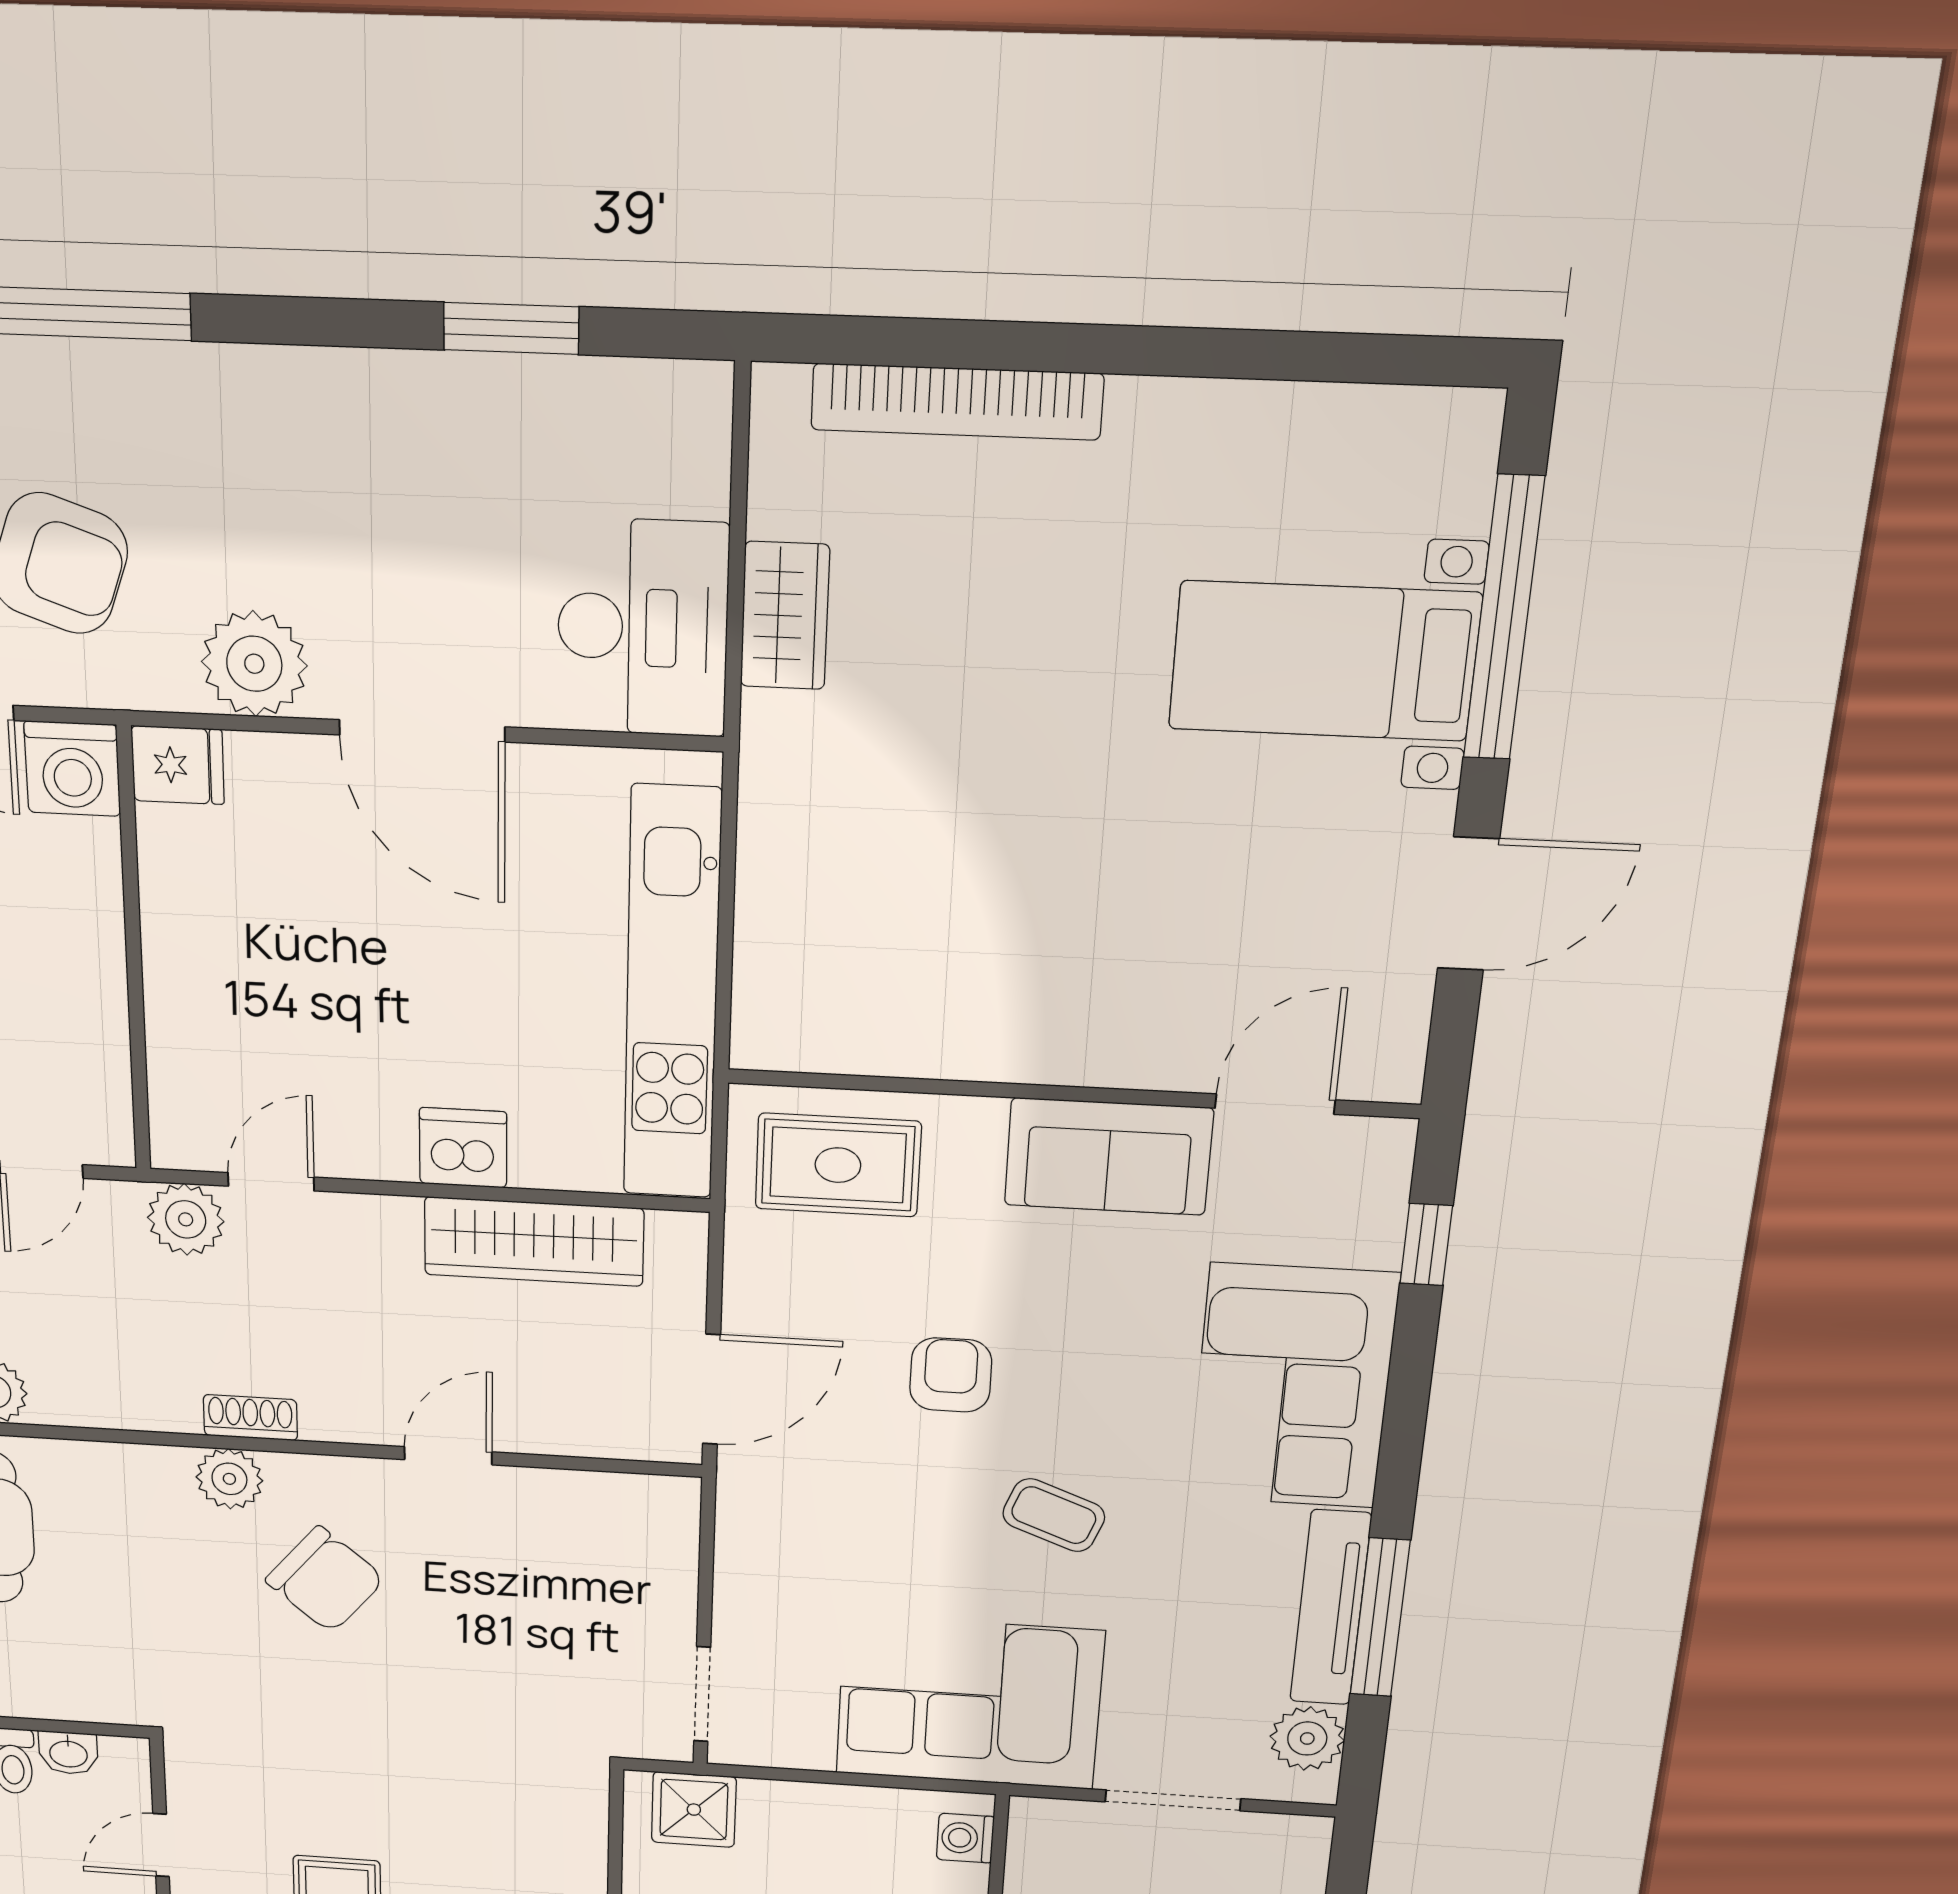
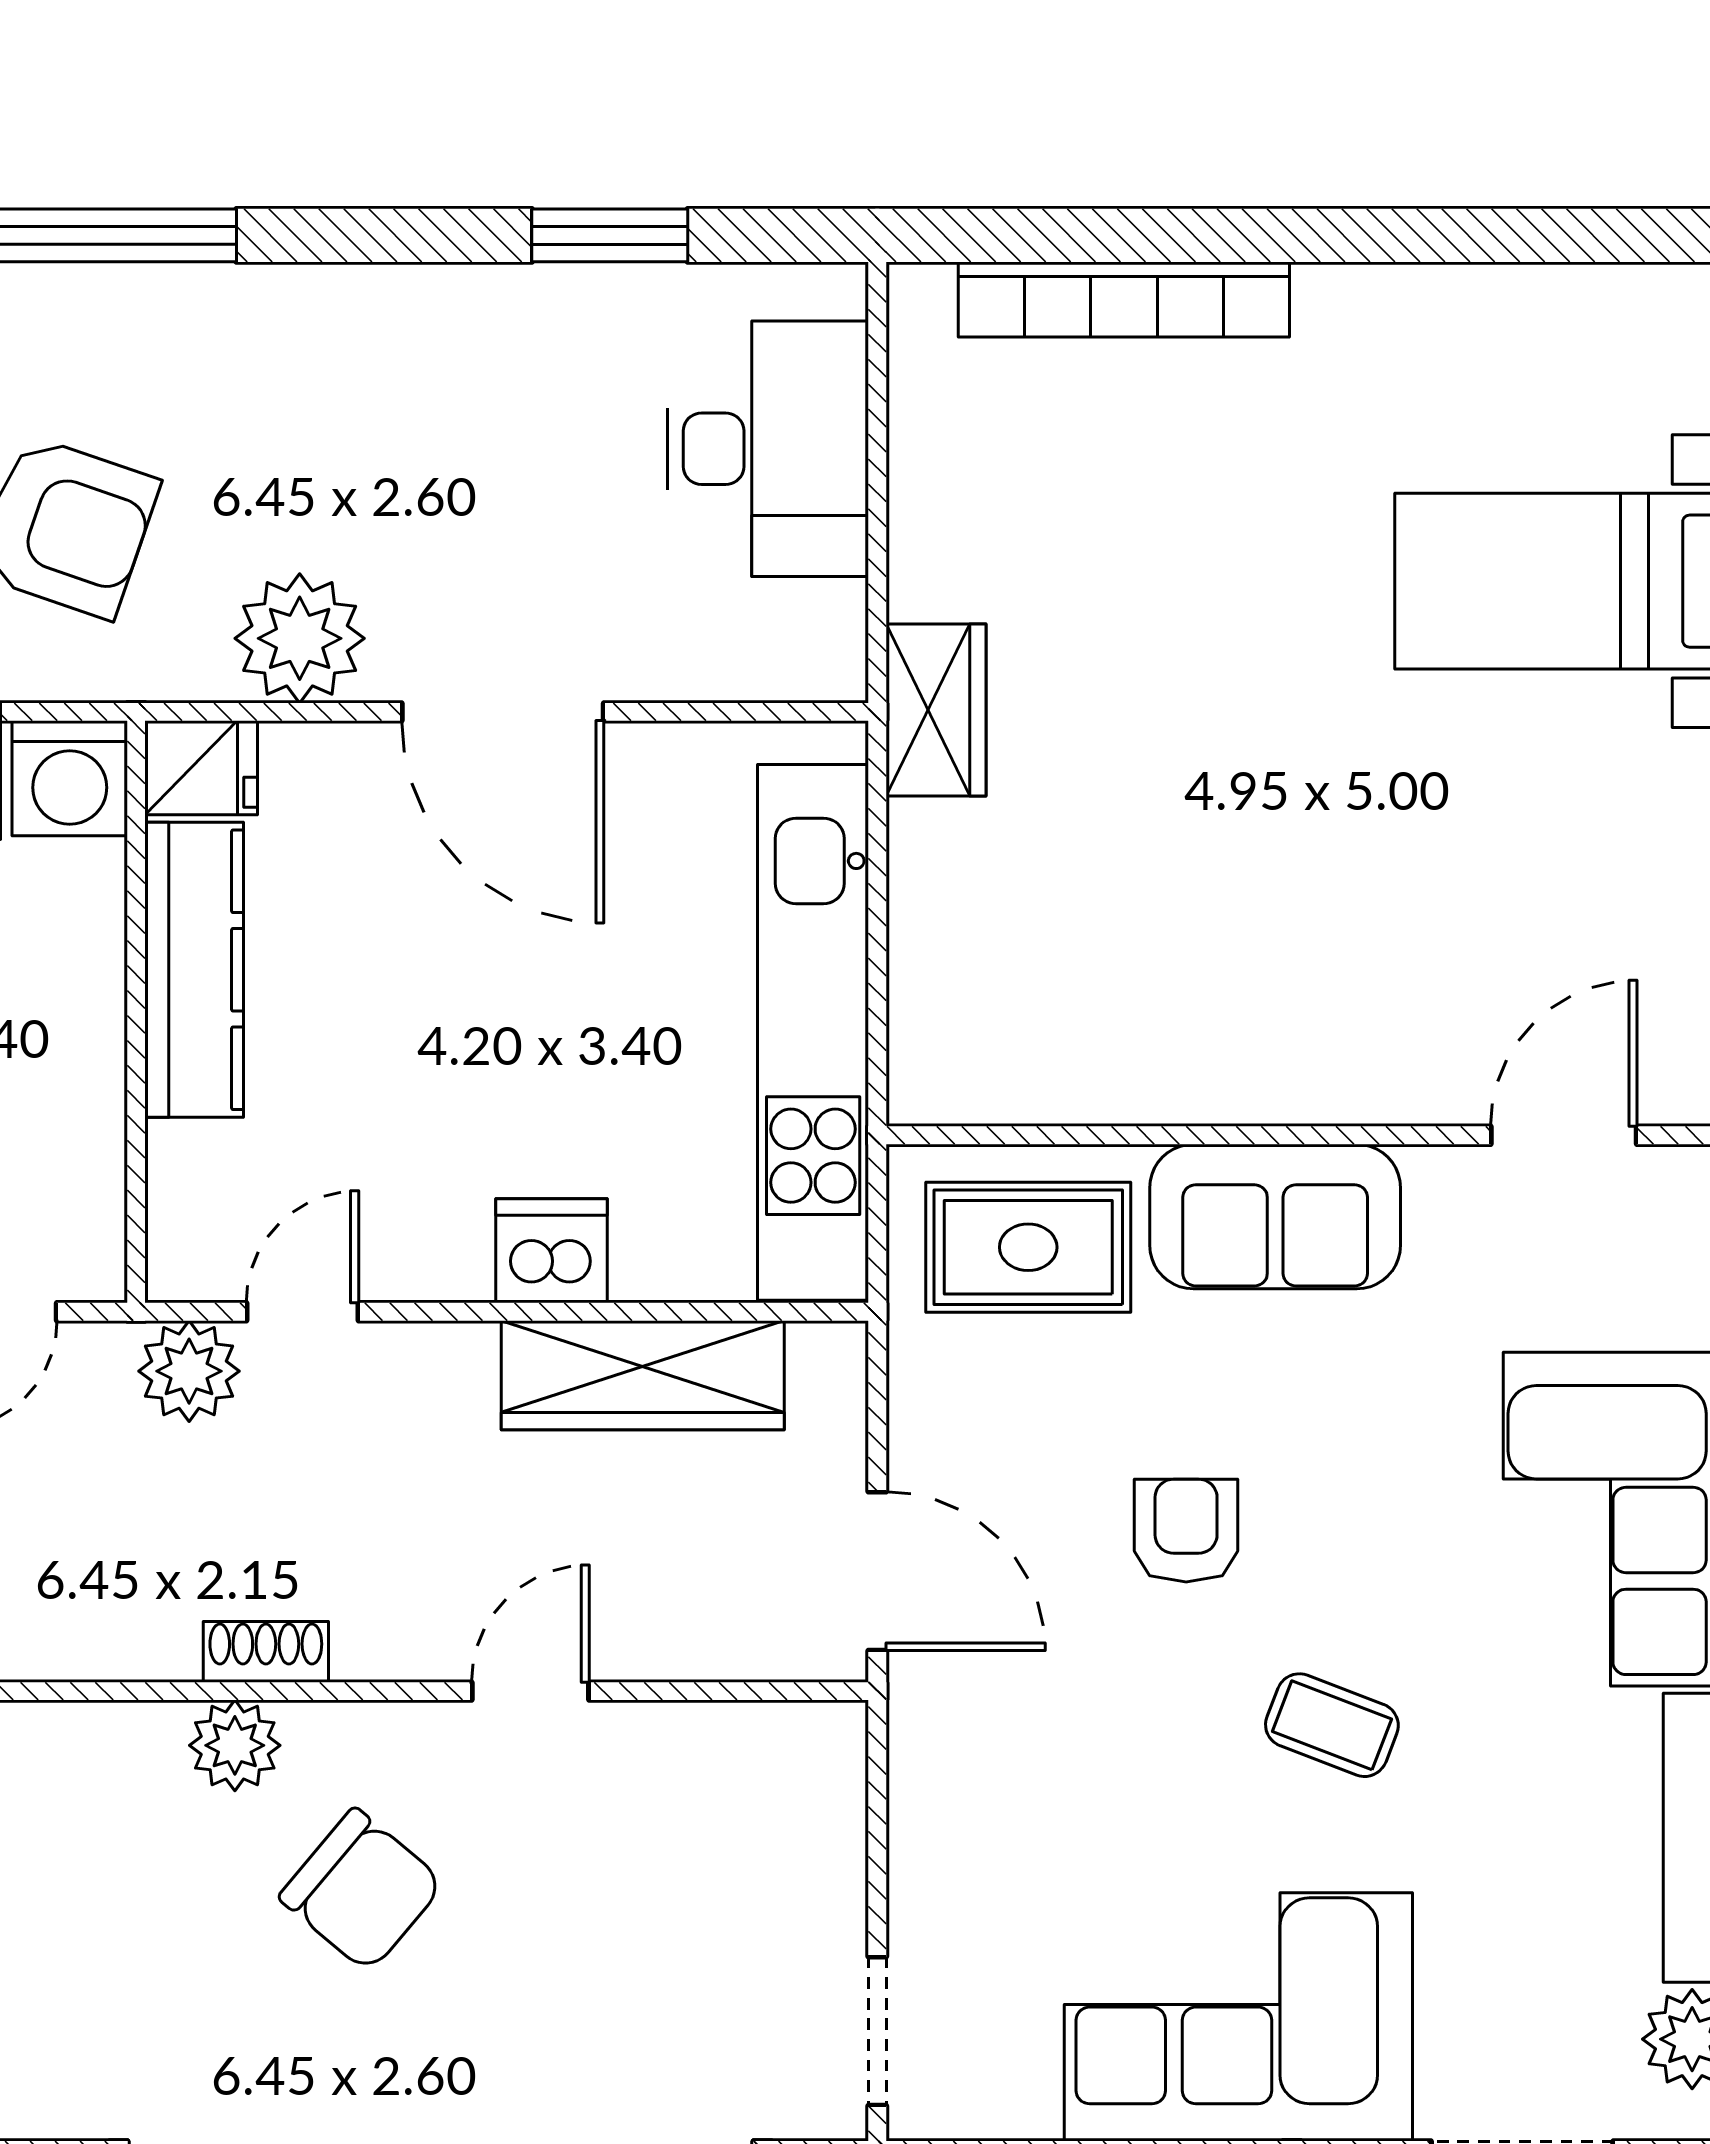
wardrobe: (785, 616) -> (936, 710), moved
desk: (643, 628) -> (768, 449), moved
kitchen counter: (178, 923) -> (194, 970), added
sofa: (1108, 1157) -> (1275, 1217), moved
door: (712, 1389) -> (877, 1571), hinge flipped

